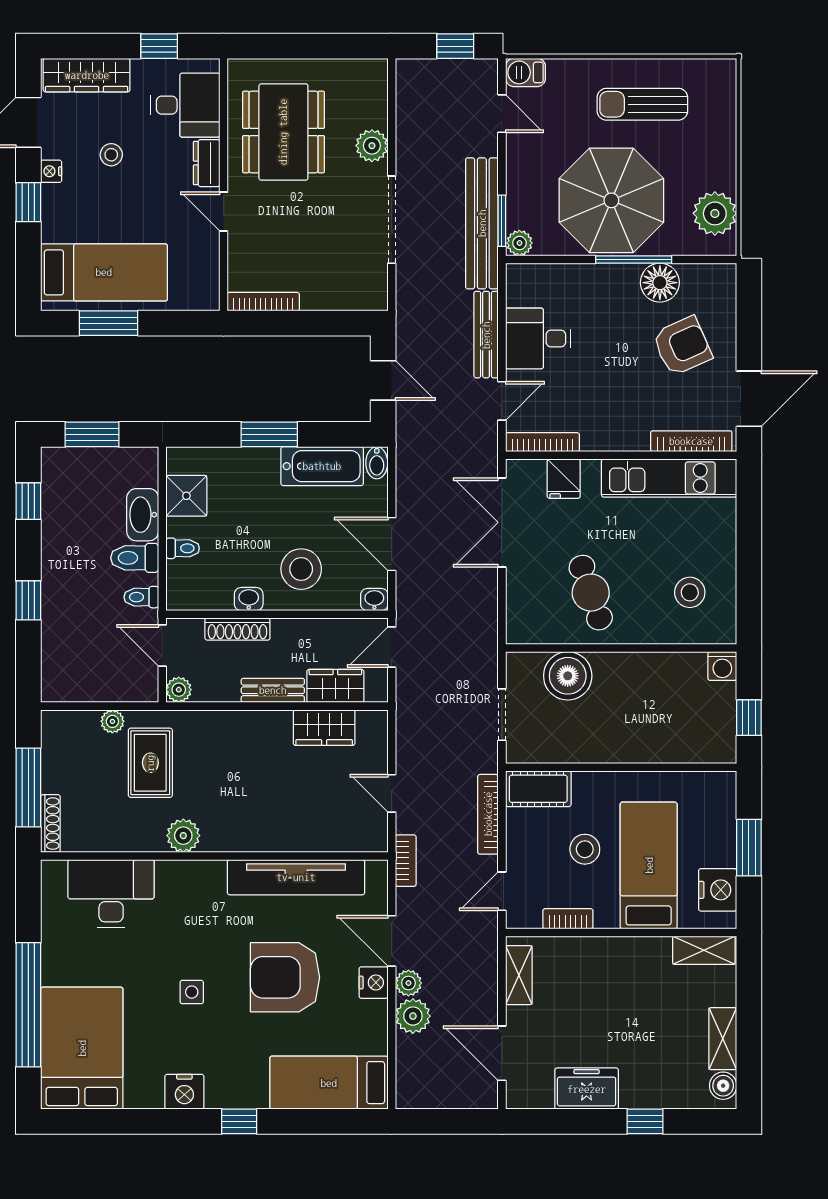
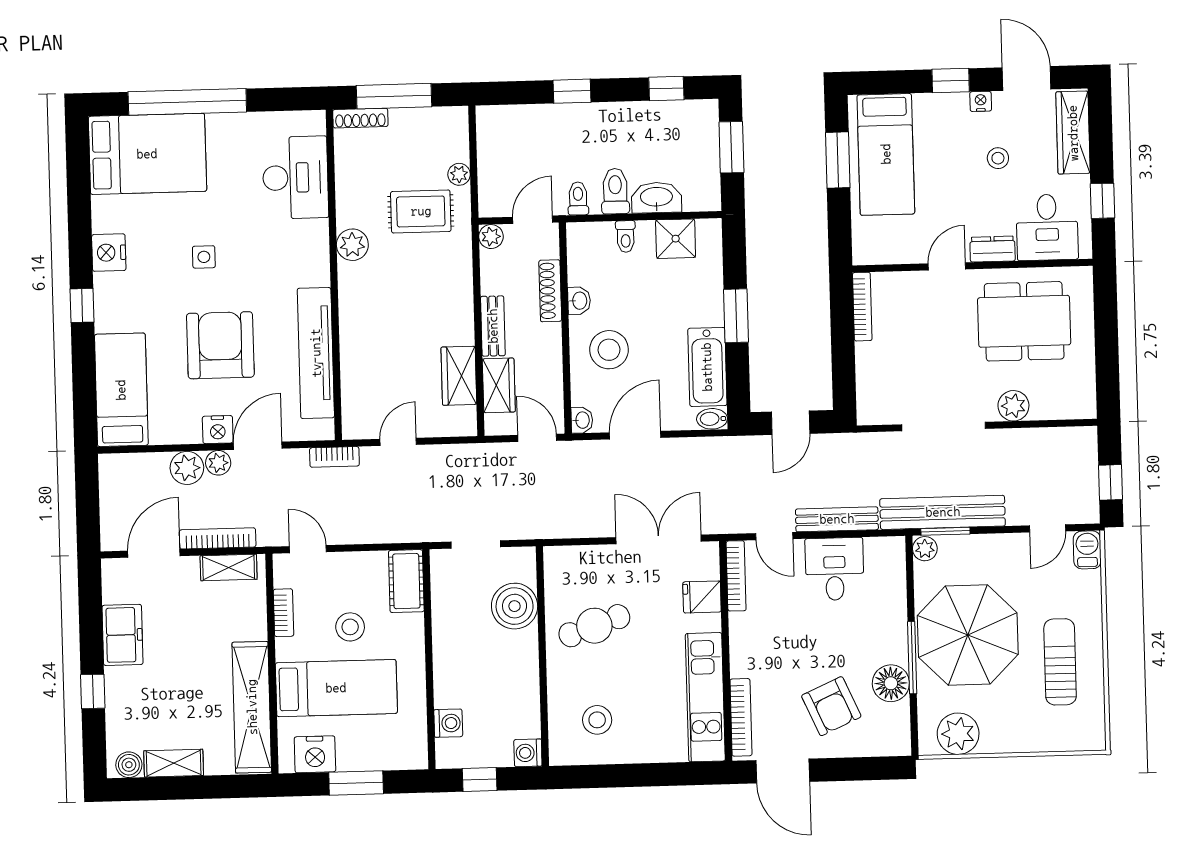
washing machine: (689, 749) -> (448, 723), added
bookcase: (488, 814) -> (218, 538), moved
shelving: (704, 950) -> (252, 707), width x2.20, depth x1.33

